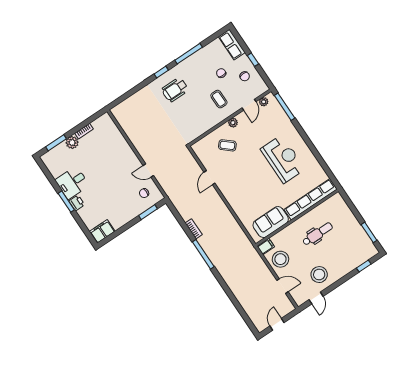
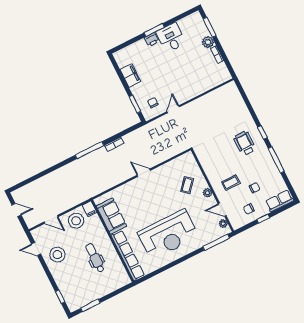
reception desk: (283, 159) -> (168, 235), width x1.36, depth x1.30
door: (209, 178) -> (144, 173), moved
filing cabinet: (102, 231) -> (130, 75), moved
dental chair: (318, 234) -> (95, 258), turned 180
door: (282, 286) -> (51, 219), hinge flipped

